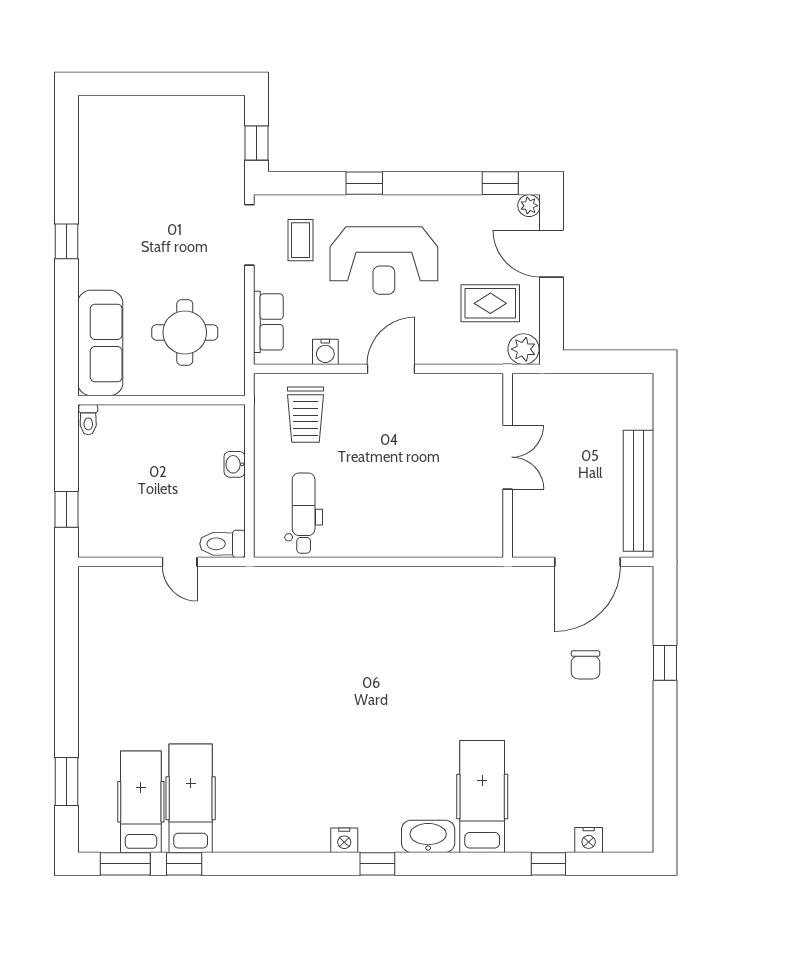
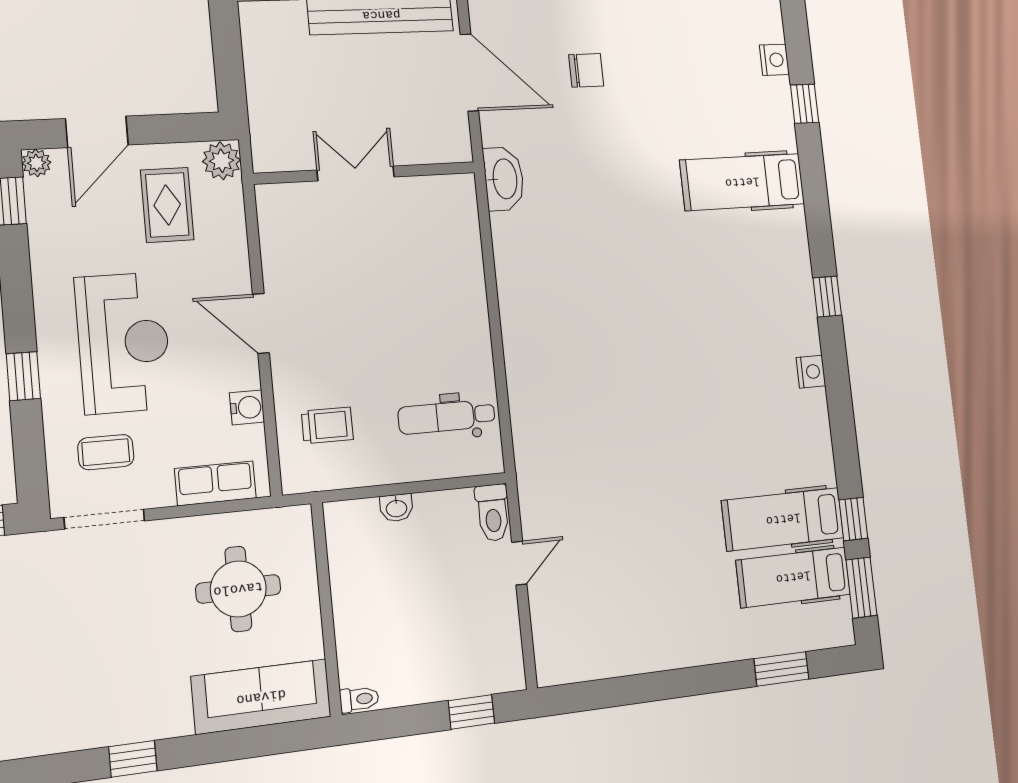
trolley: (305, 415) -> (327, 425), width x0.73, depth x0.72
washbasin: (428, 836) -> (504, 179), moved, turned 180
nightstand: (344, 840) -> (811, 372), moved

